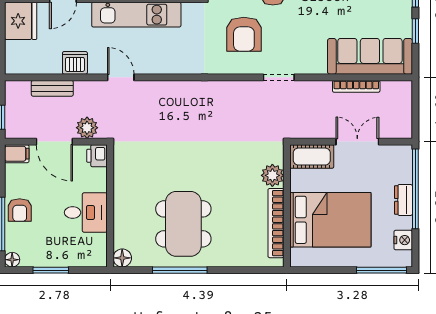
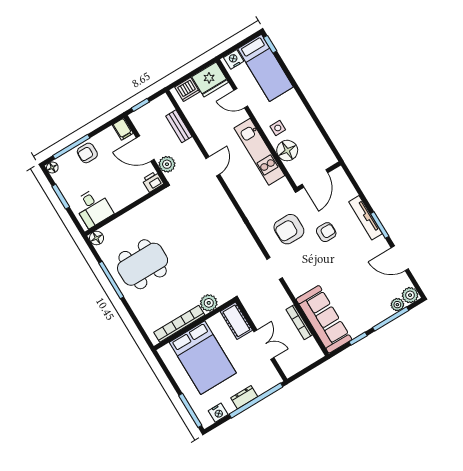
dishwasher: (75, 63) -> (187, 89), moved, turned 90
door: (54, 142) -> (145, 149), hinge flipped
desk: (86, 213) -> (93, 208), moved

